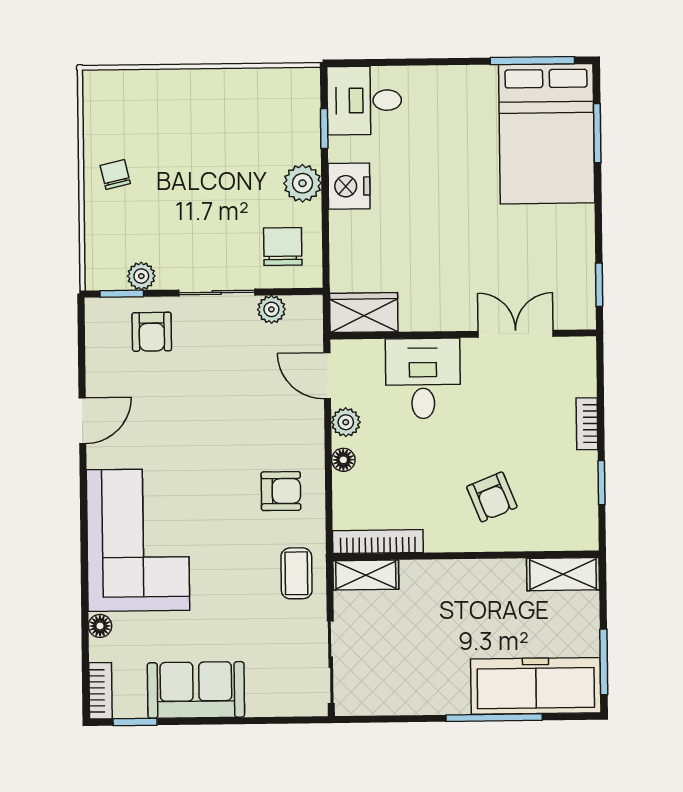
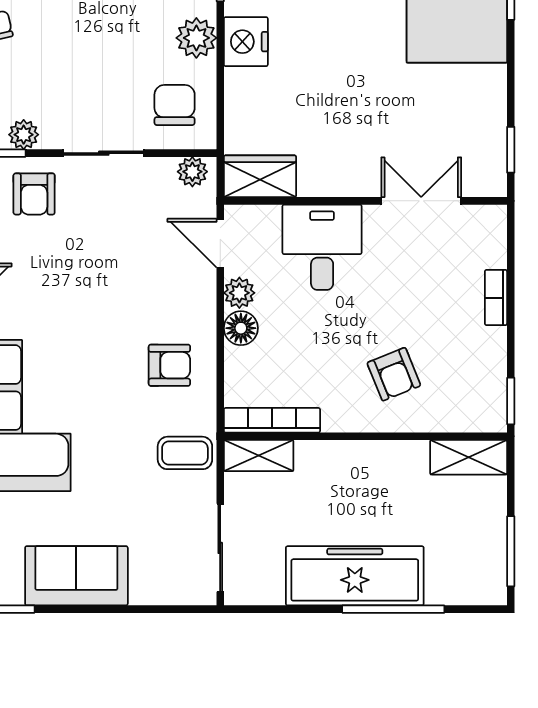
plant: (271, 309) -> (192, 172), moved
floor lamp: (343, 460) -> (241, 328), width x1.37, depth x1.37
window: (602, 483) -> (511, 401), moved
coffee table: (296, 573) -> (185, 453), turned 90
freezer: (536, 686) -> (355, 576), moved

